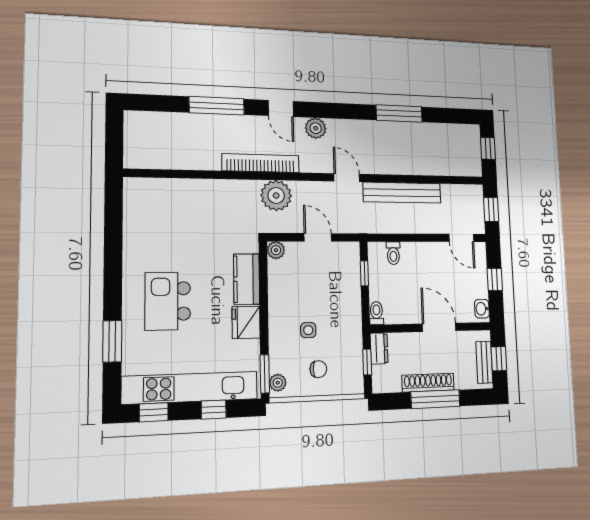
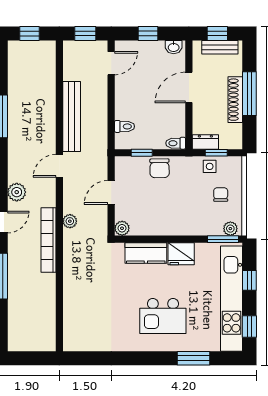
plant: (276, 196) -> (70, 221), width x0.53, depth x0.53
chair: (347, 294) -> (160, 168), added
side table: (308, 330) -> (210, 166), moved

